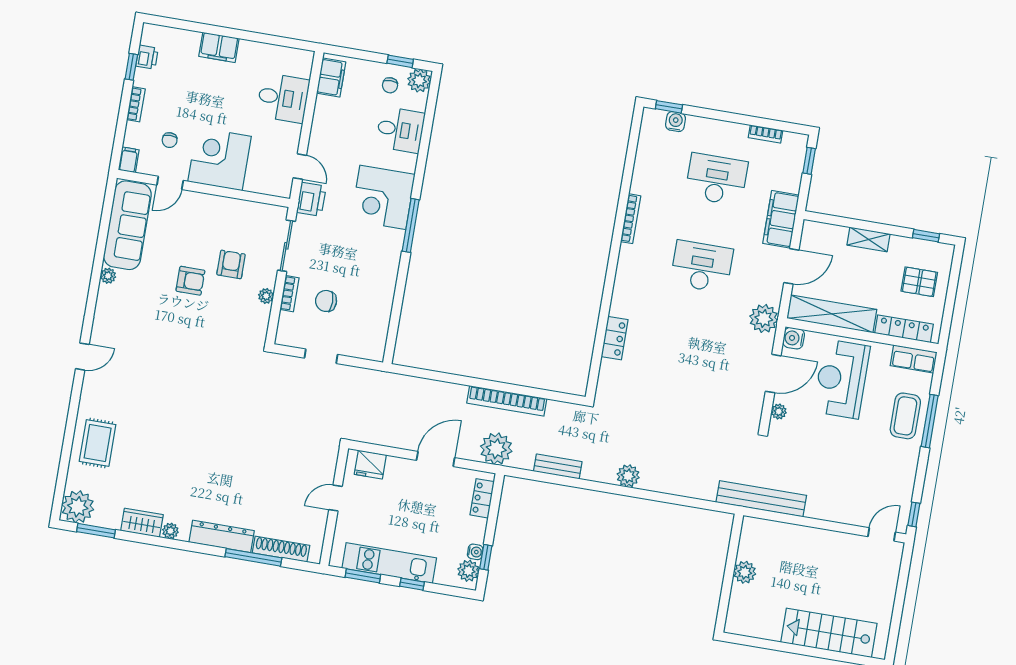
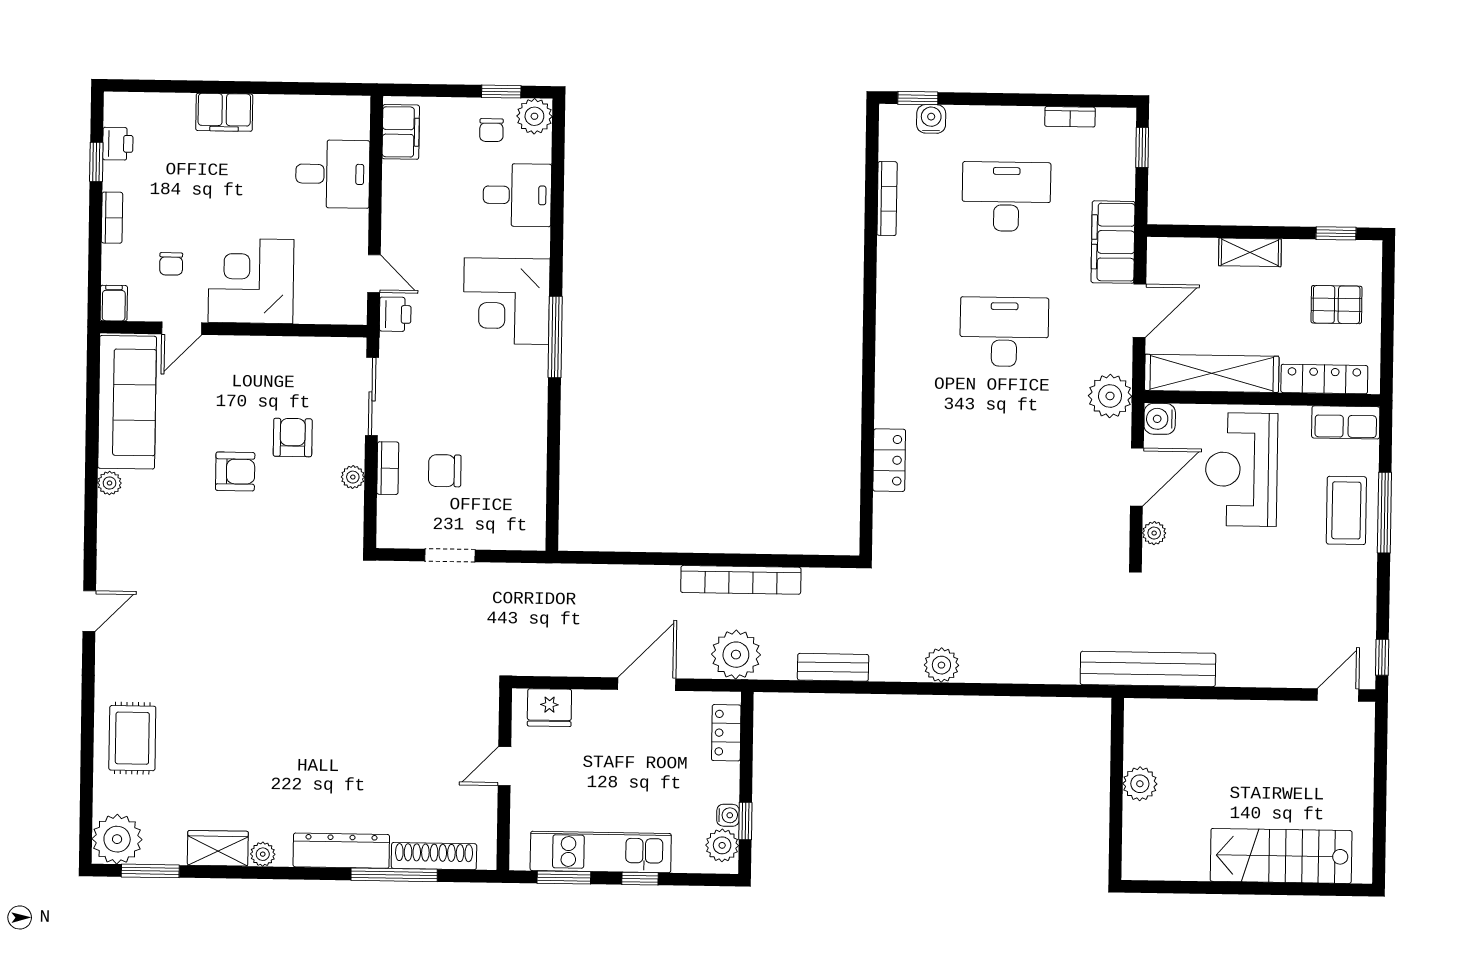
printer: (311, 199) -> (395, 314), width x0.73, depth x0.81
bookcase: (631, 219) -> (887, 199), moved

